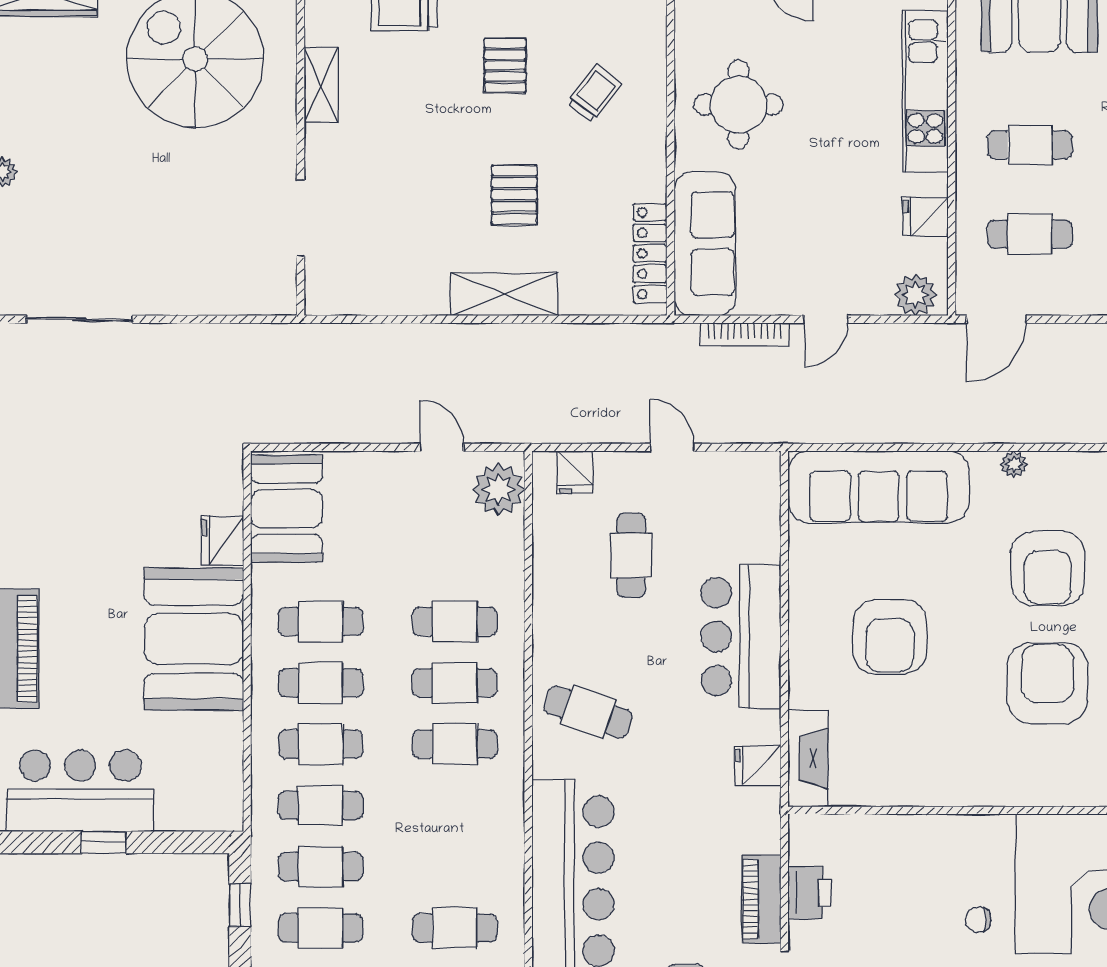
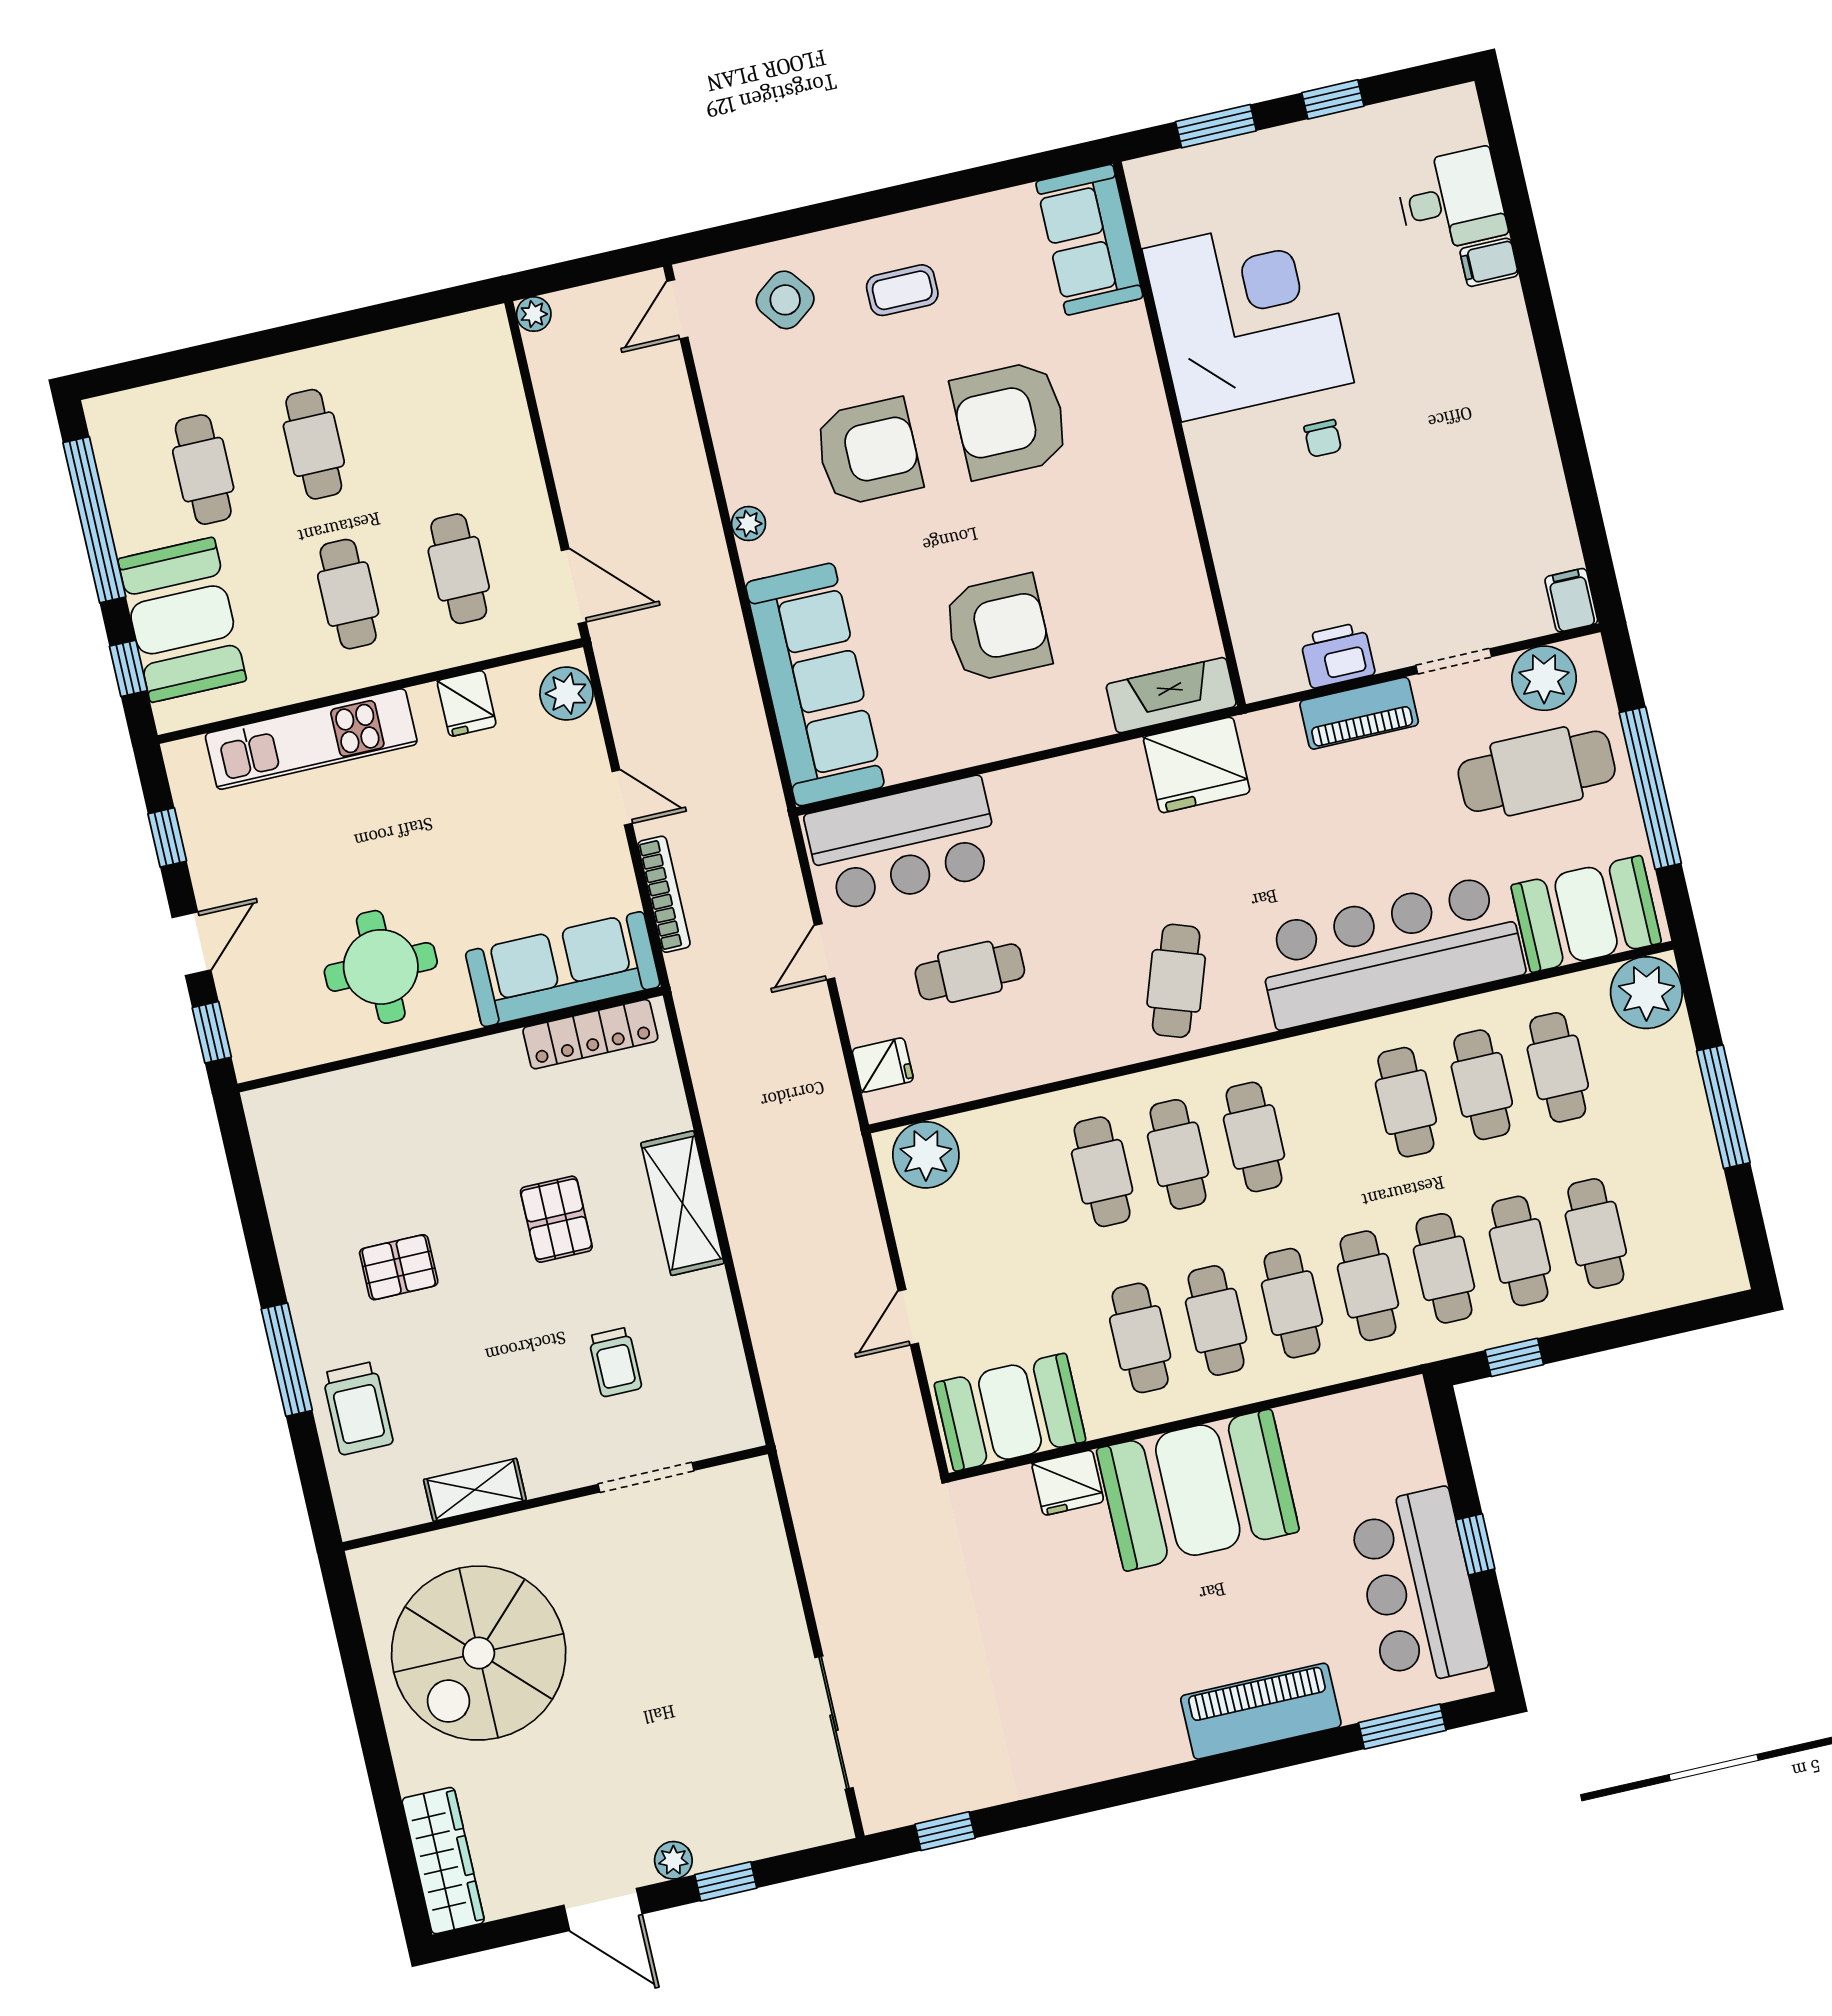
trolley: (594, 94) -> (615, 1362), moved, turned -127
pallet: (514, 195) -> (556, 1219), turned 90
door: (442, 447) -> (908, 1317), moved
bar counter: (741, 637) -> (903, 844), moved
fridge: (758, 765) -> (1197, 765), width x1.88, depth x1.34
cafe table: (455, 867) -> (1406, 1102), added

